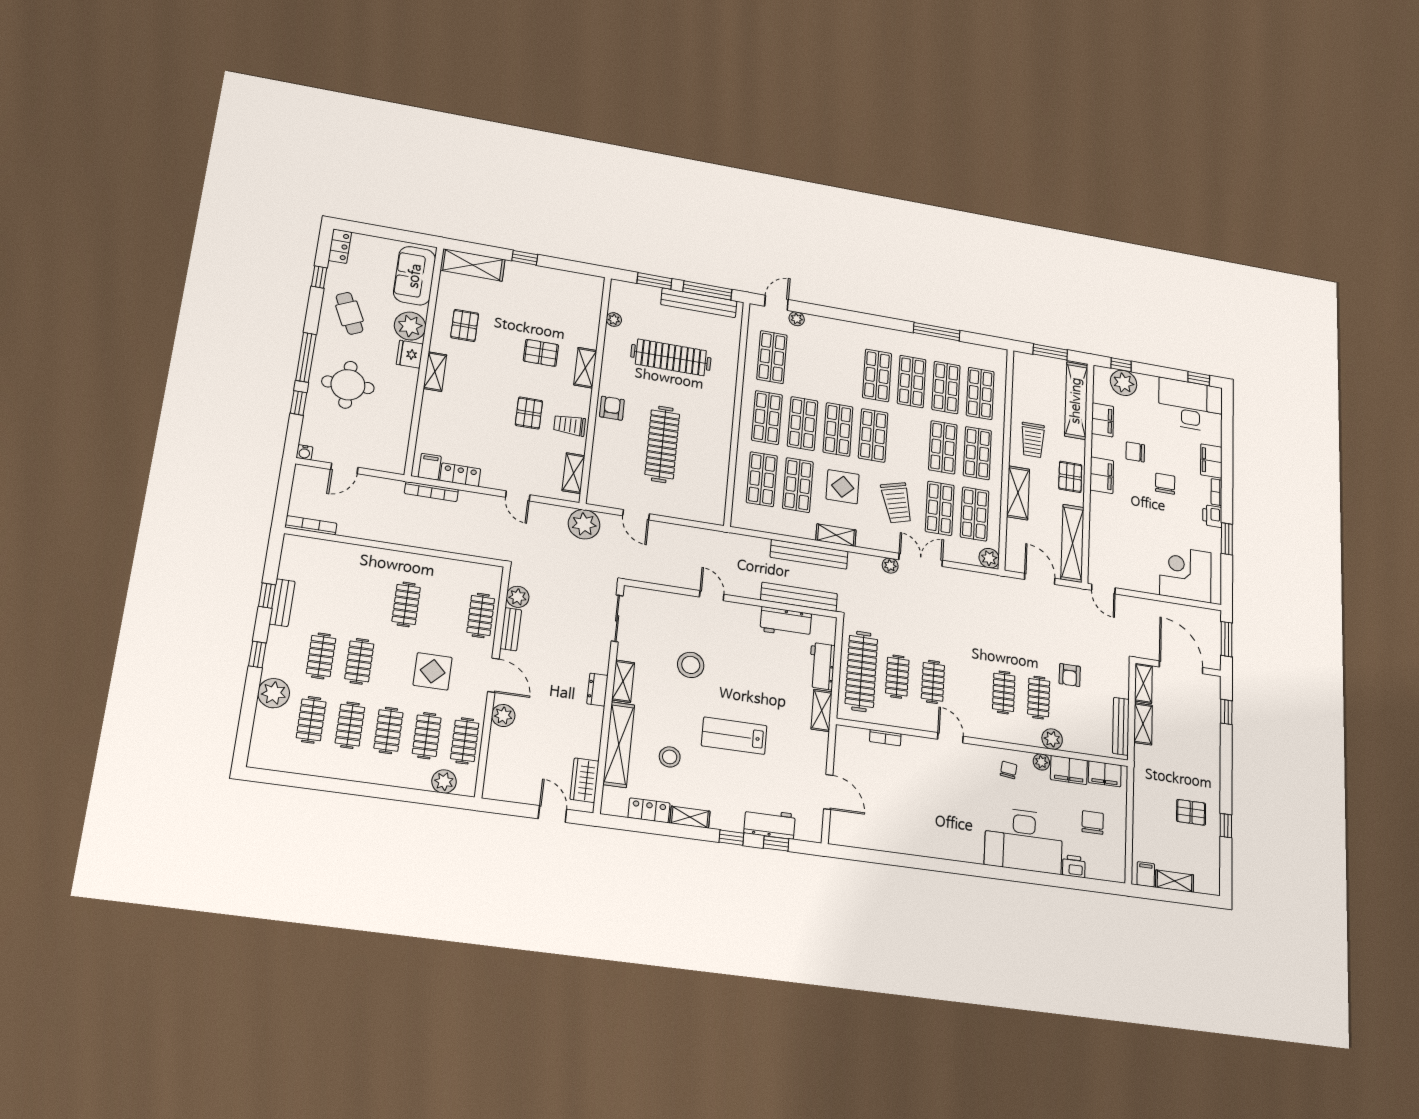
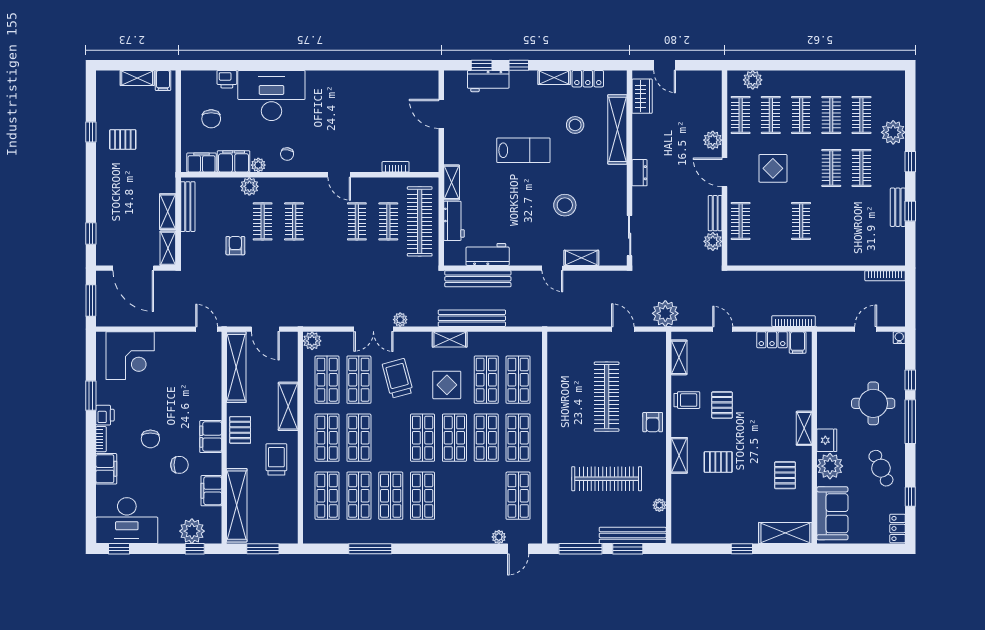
bench: (699, 303) -> (633, 535), moved
shelving: (623, 681) -> (581, 258), moved, turned 90

